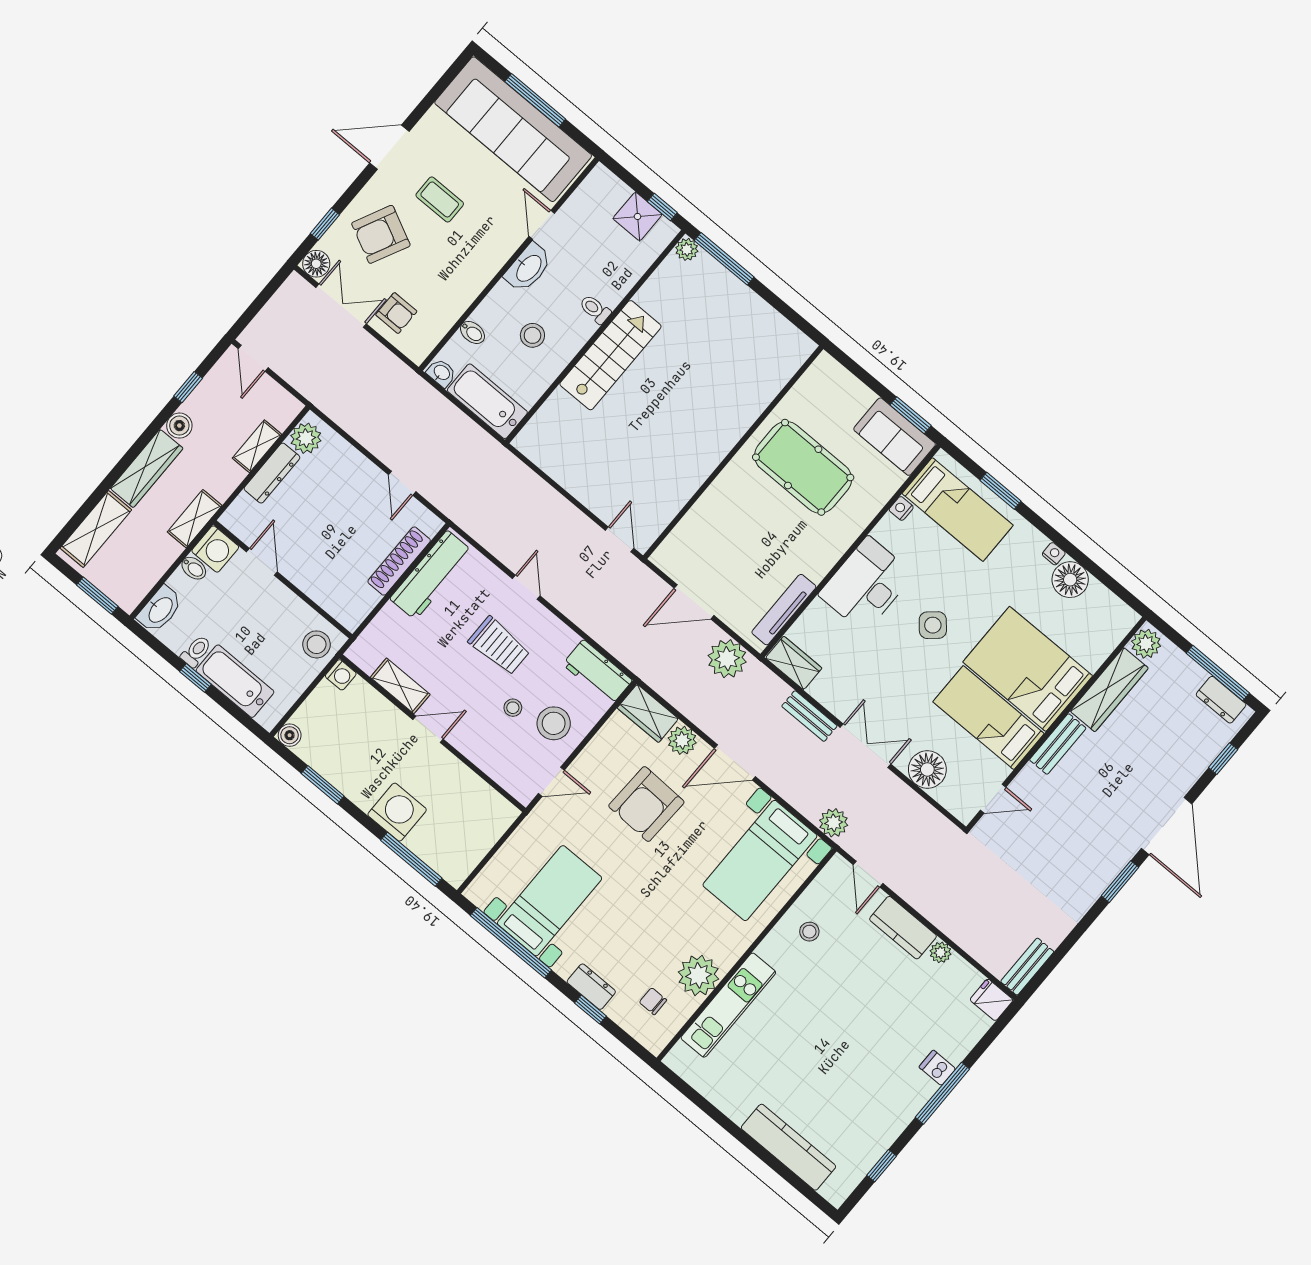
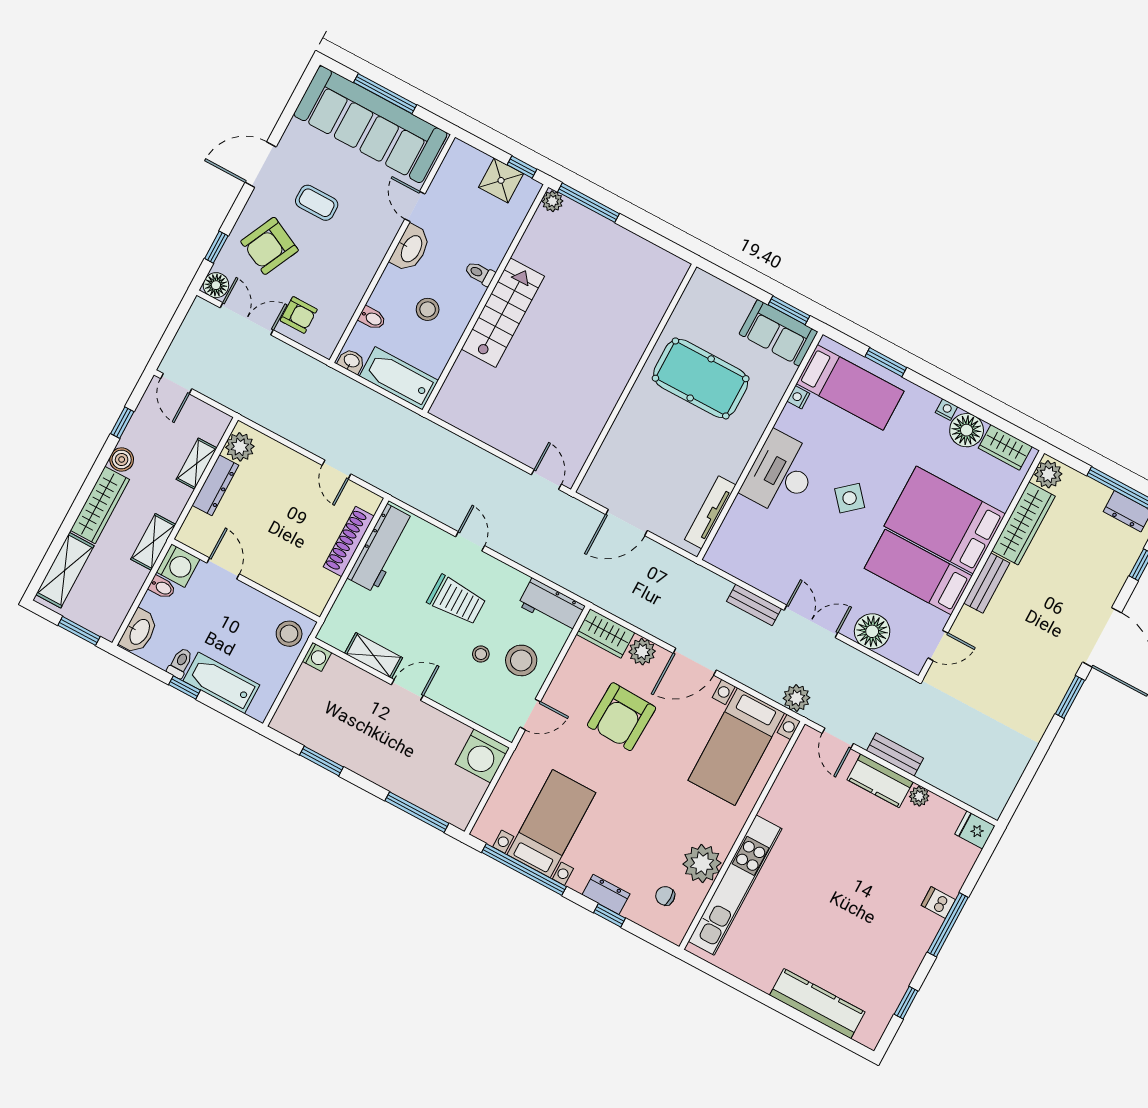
plant: (727, 659) -> (668, 568), removed
wardrobe: (794, 663) -> (1005, 447), moved, turned 180
boiler: (290, 735) -> (282, 722), removed
washing machine: (397, 812) -> (482, 756), moved, turned 180
stool: (809, 932) -> (795, 802), removed
bench: (1027, 967) -> (895, 755), moved, turned 90
kitchen unit: (728, 1005) -> (735, 885), width x1.36

